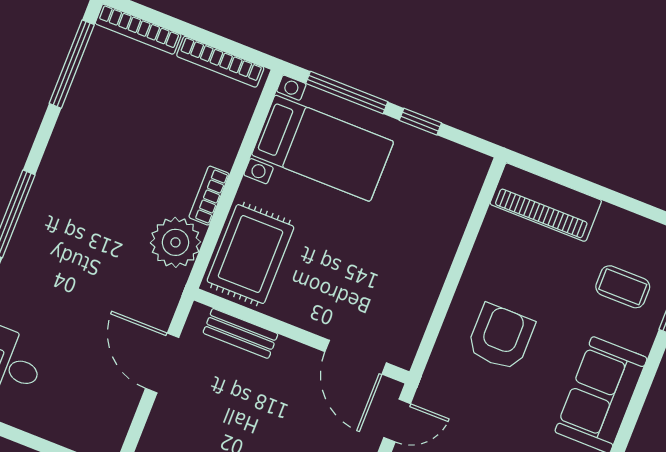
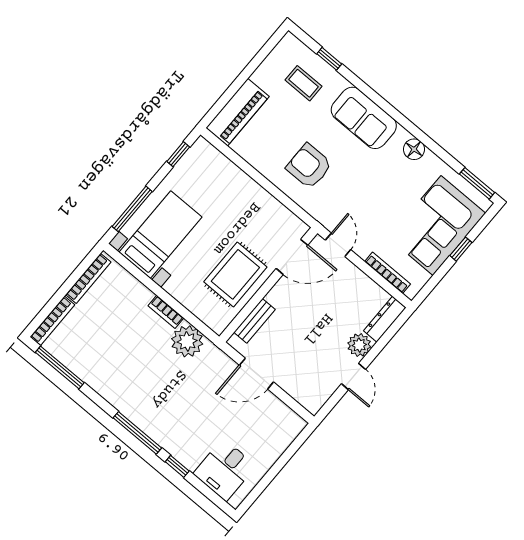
window: (420, 122) -> (178, 154), moved
rug: (250, 254) -> (235, 274), moved, turned 90
coffee table: (623, 287) -> (304, 83), turned 90

